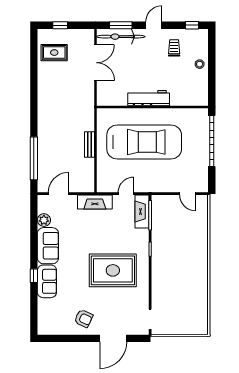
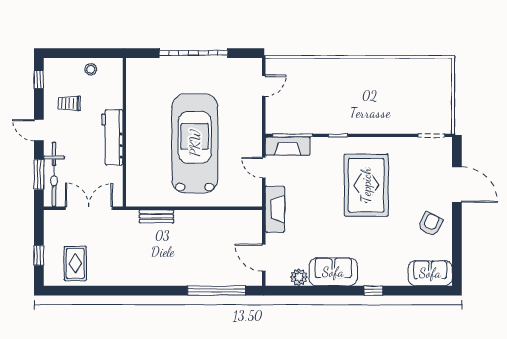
workbench: (149, 98) -> (112, 137), moved
wall: (152, 107) -> (124, 132), moved
bench: (89, 144) -> (156, 216), moved
sofa: (47, 281) -> (430, 273), moved

